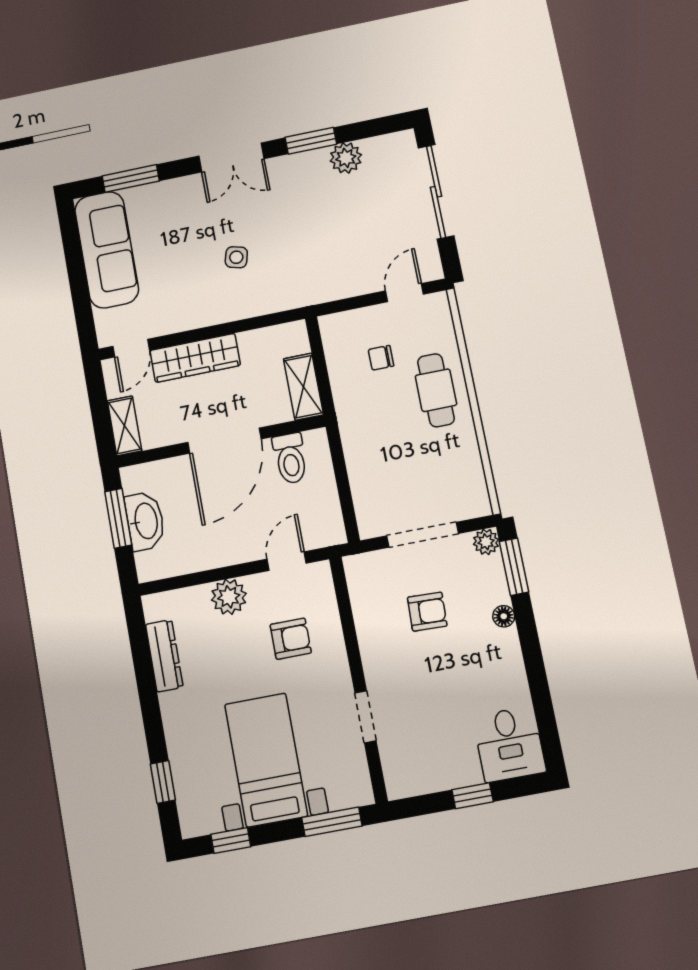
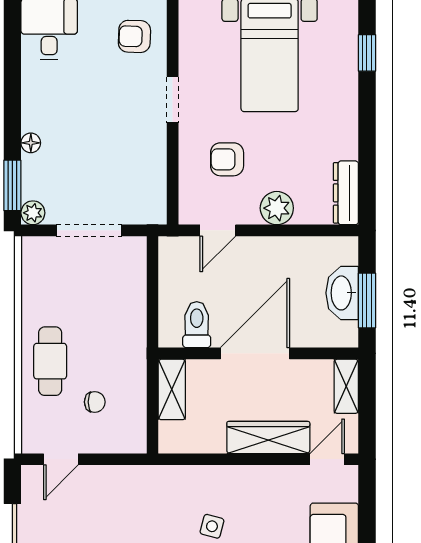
armchair: (427, 612) -> (134, 36), moved
dresser: (164, 656) -> (346, 193), moved
doorway: (366, 717) -> (173, 100), moved

